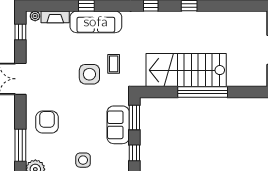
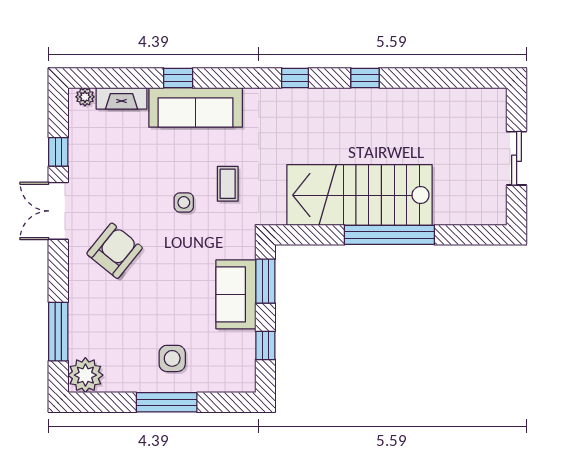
window: (20, 32) -> (58, 152), moved
side table: (89, 74) -> (184, 202), width x0.54, depth x0.54
armchair: (47, 122) -> (115, 251), moved, turned 39

